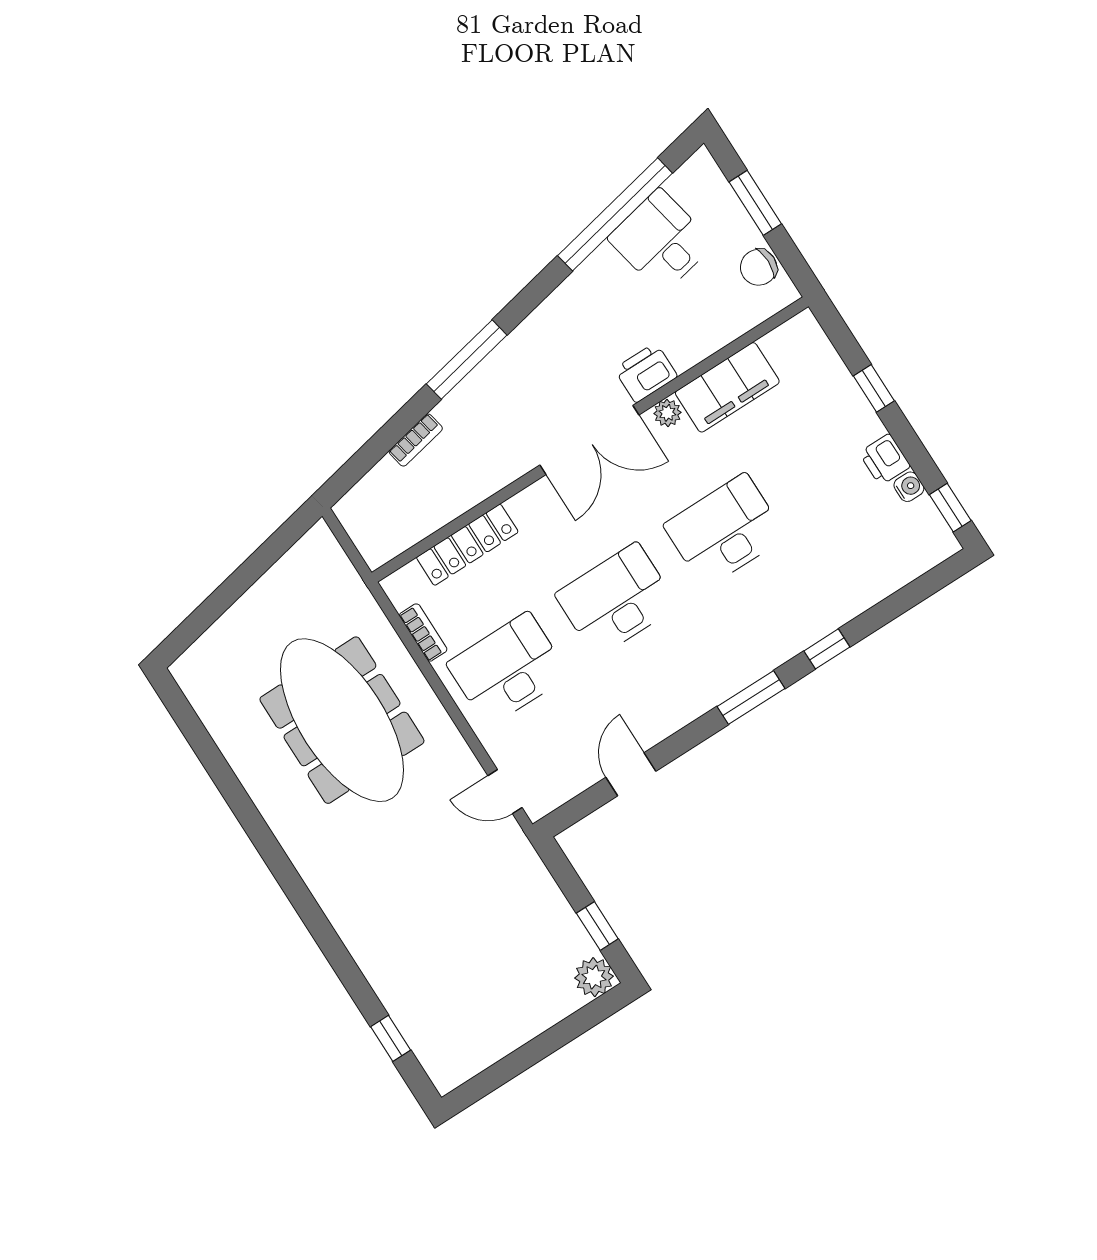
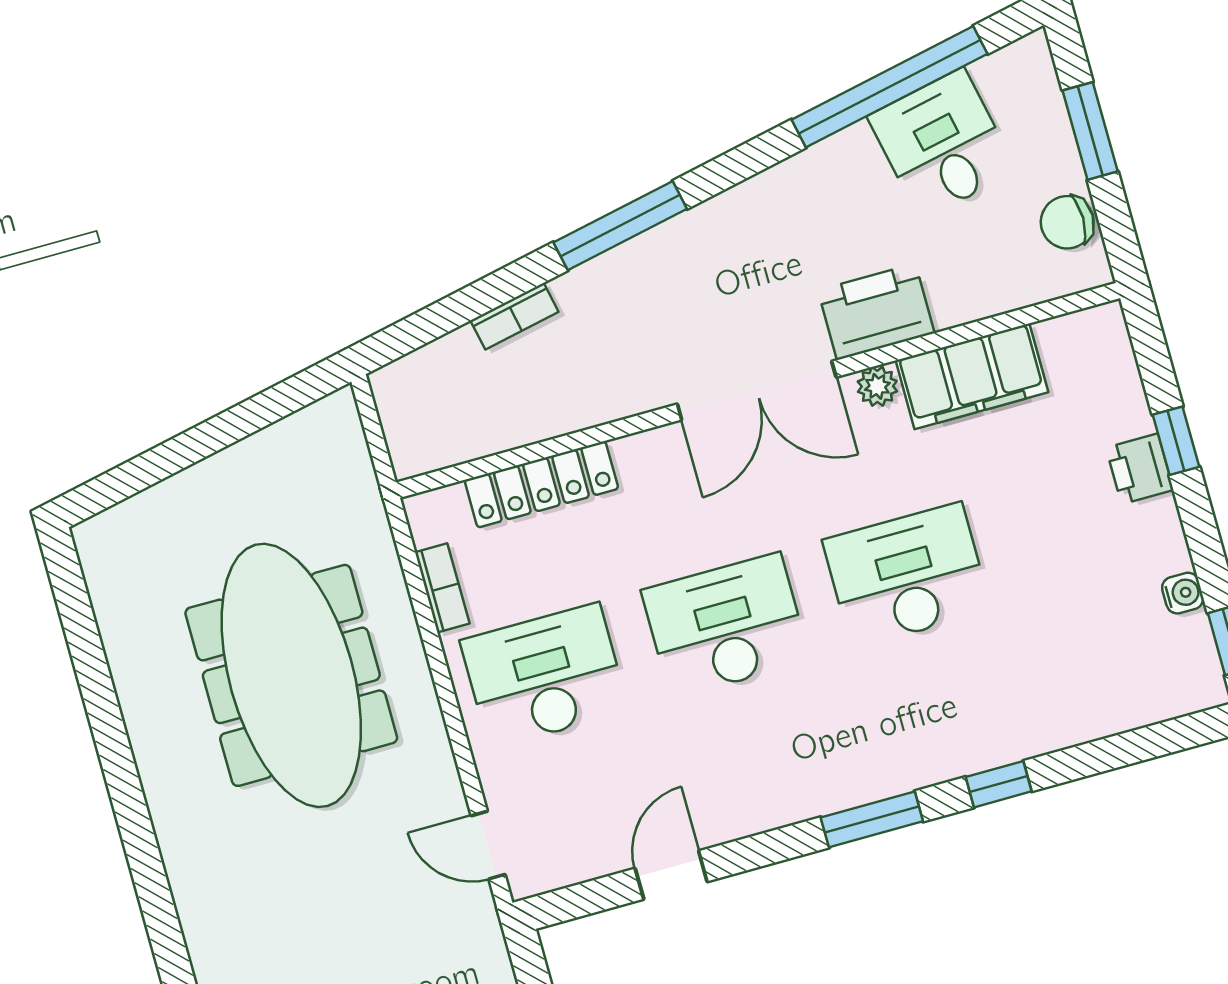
printer: (646, 373) -> (876, 312), width x1.37, depth x1.19
printer: (885, 459) -> (1140, 469), moved

